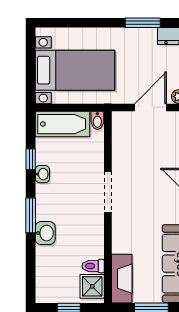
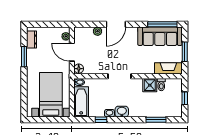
floor lamp: (121, 120) -> (79, 69), added
window: (31, 215) -> (156, 120), moved
washbasin: (45, 233) -> (122, 112), moved
shower: (92, 286) -> (150, 85), moved

